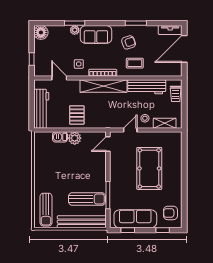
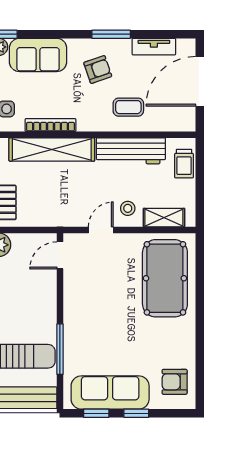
tv unit: (170, 30) -> (154, 47), moved
coffee table: (135, 63) -> (128, 107), moved
pool table: (149, 168) -> (165, 278), moved
window: (163, 230) -> (136, 413), moved

